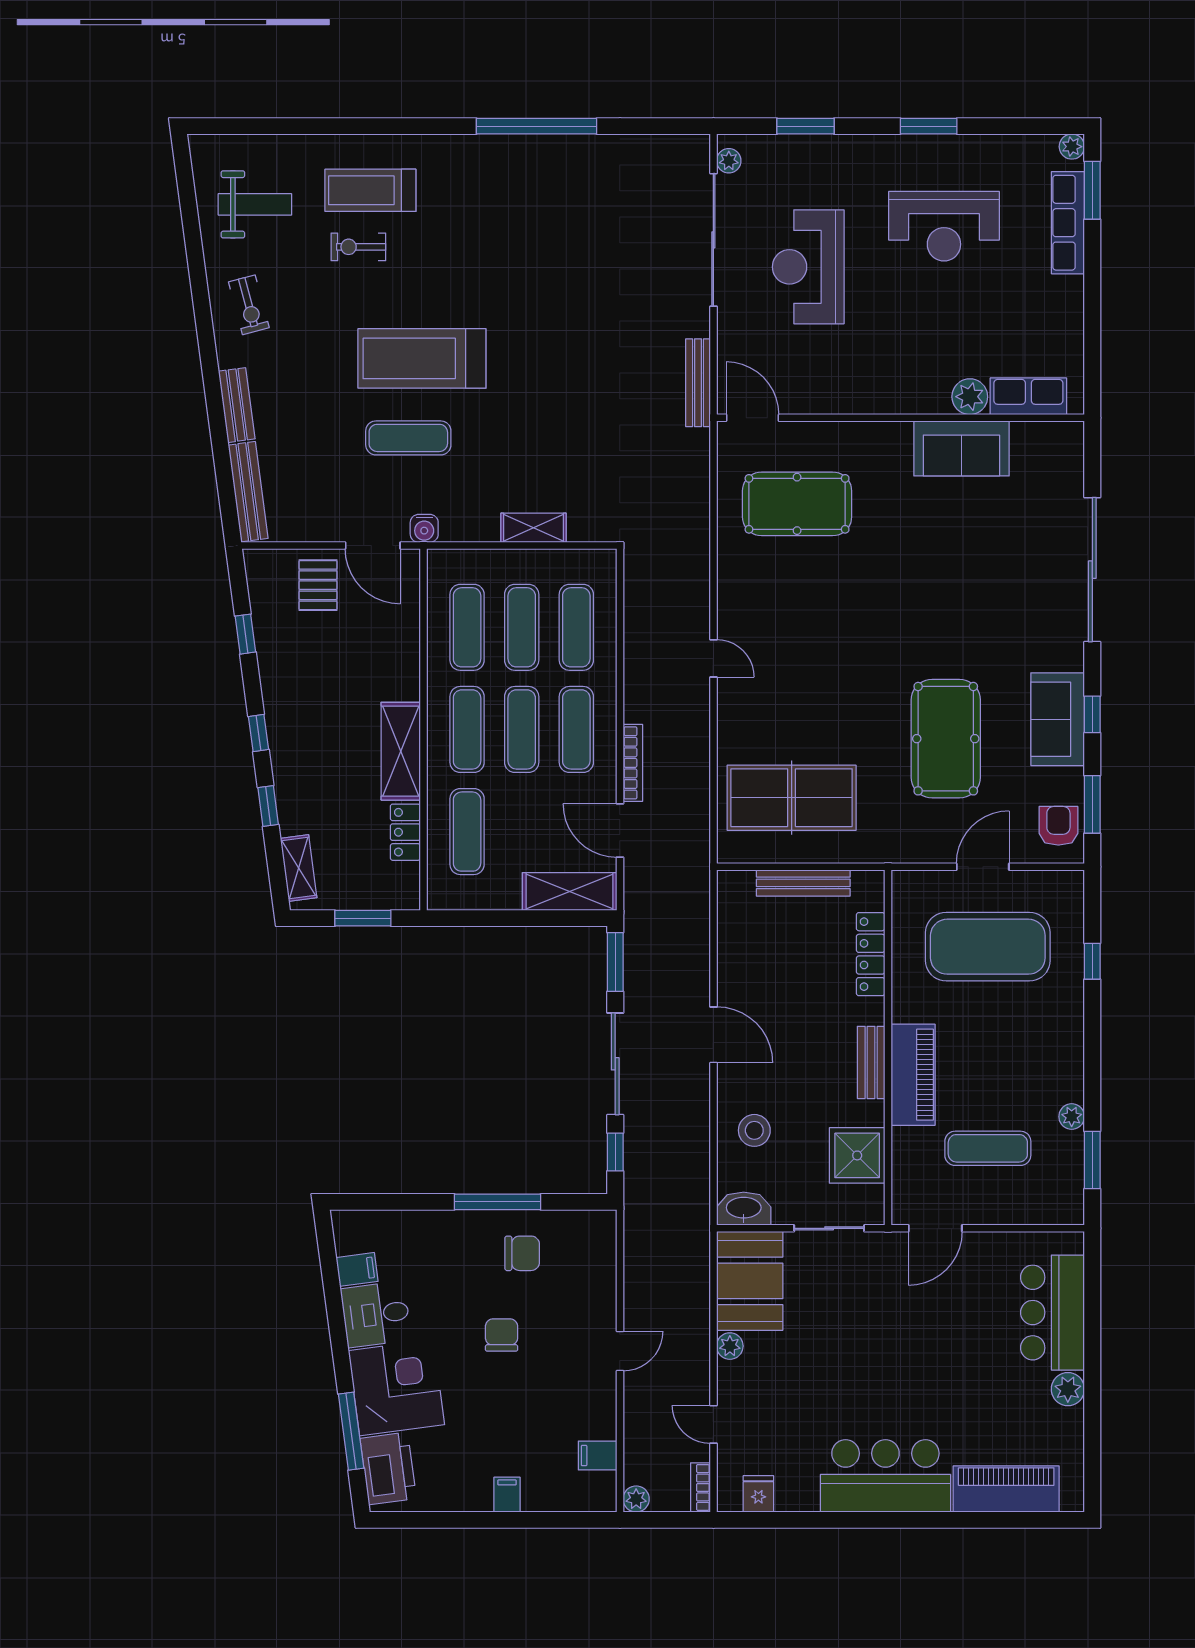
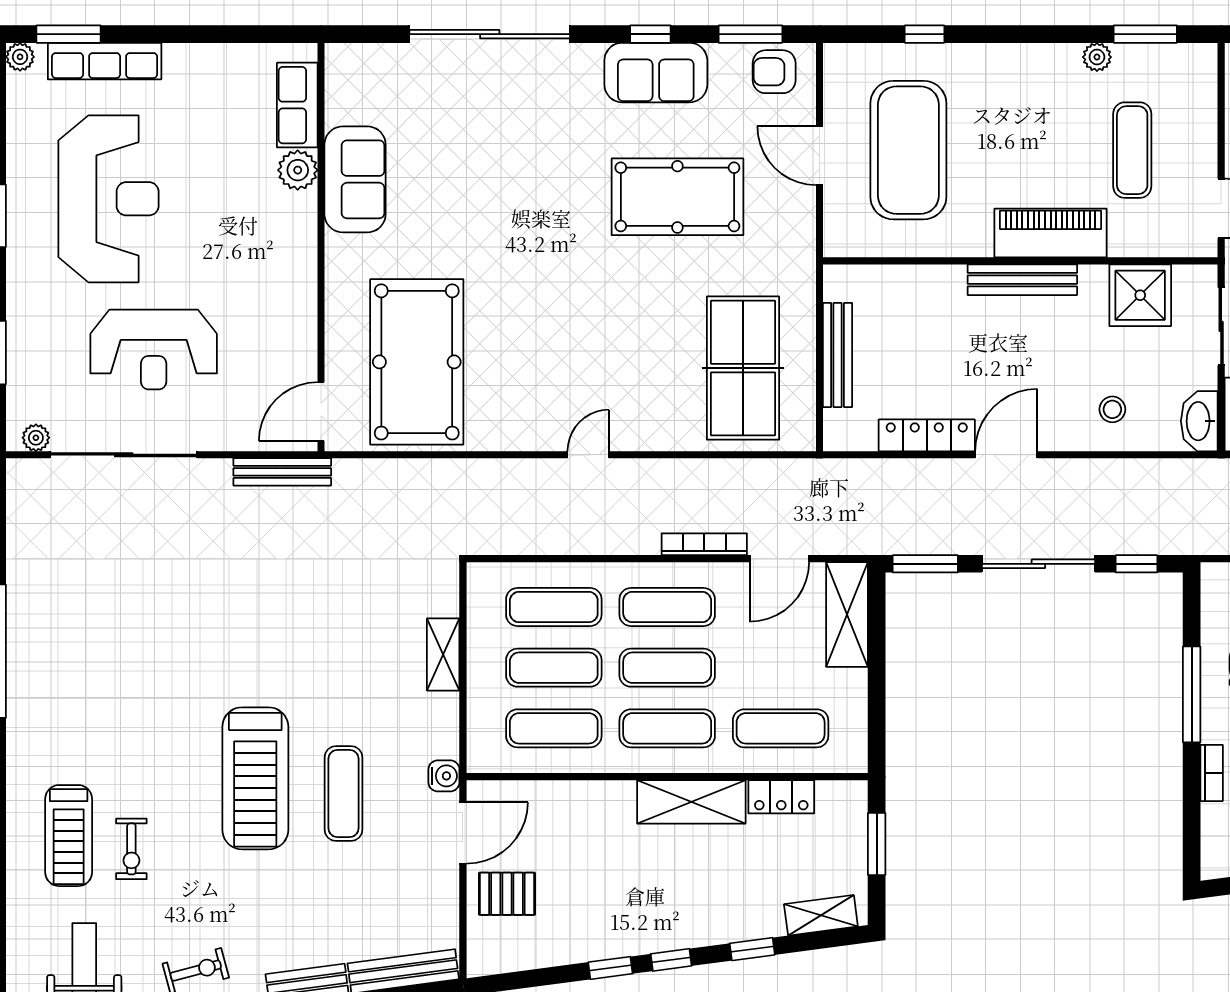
reception desk: (944, 226) -> (108, 199), width x1.36, depth x1.30
pool table: (797, 504) -> (417, 362), width x1.36, depth x1.32
window: (245, 634) -> (610, 968), moved
locker: (871, 954) -> (927, 435), moved, turned 180
bench: (871, 1062) -> (1022, 280), width x1.36
stool: (754, 1130) -> (1112, 409), width x0.73, depth x0.73
bookcase: (427, 1220) -> (1212, 773), added

